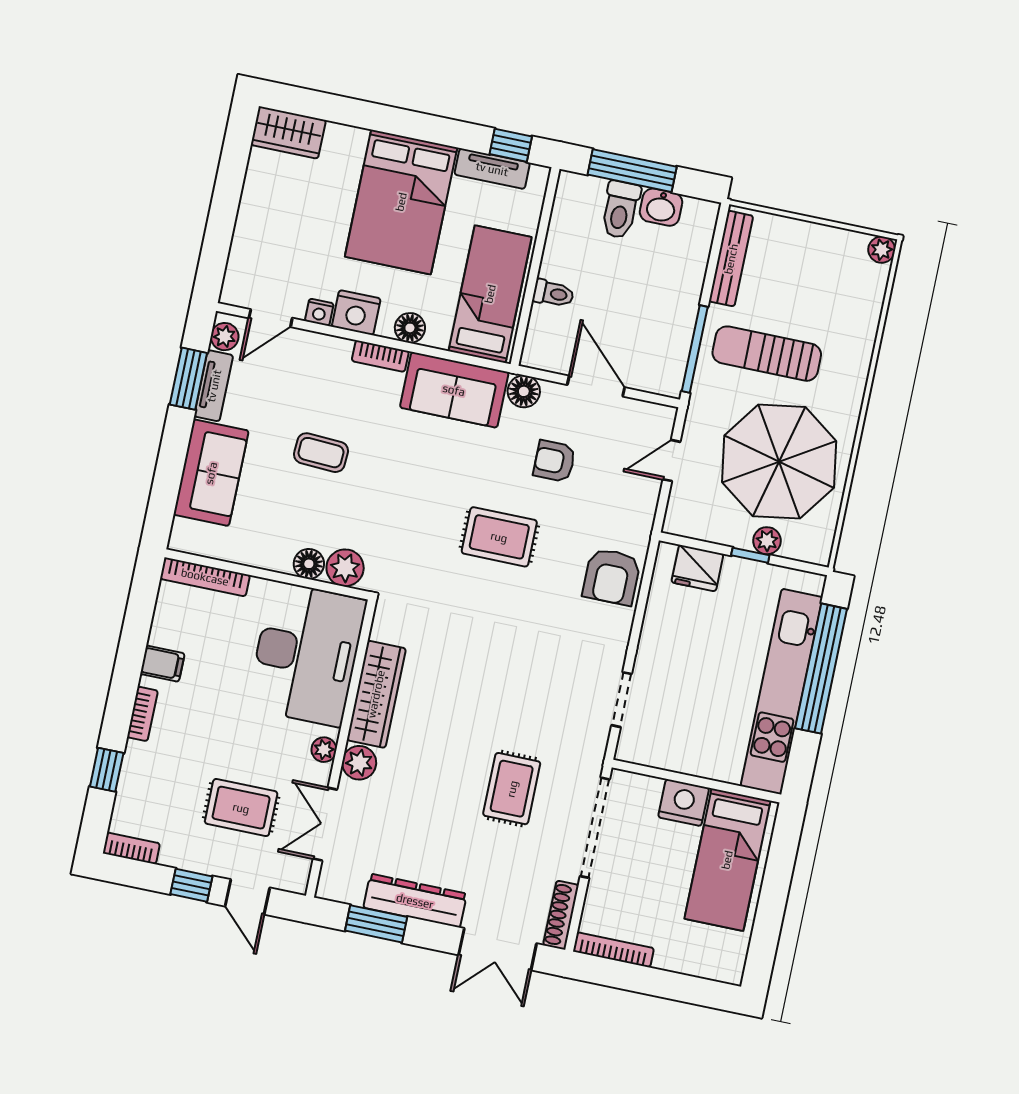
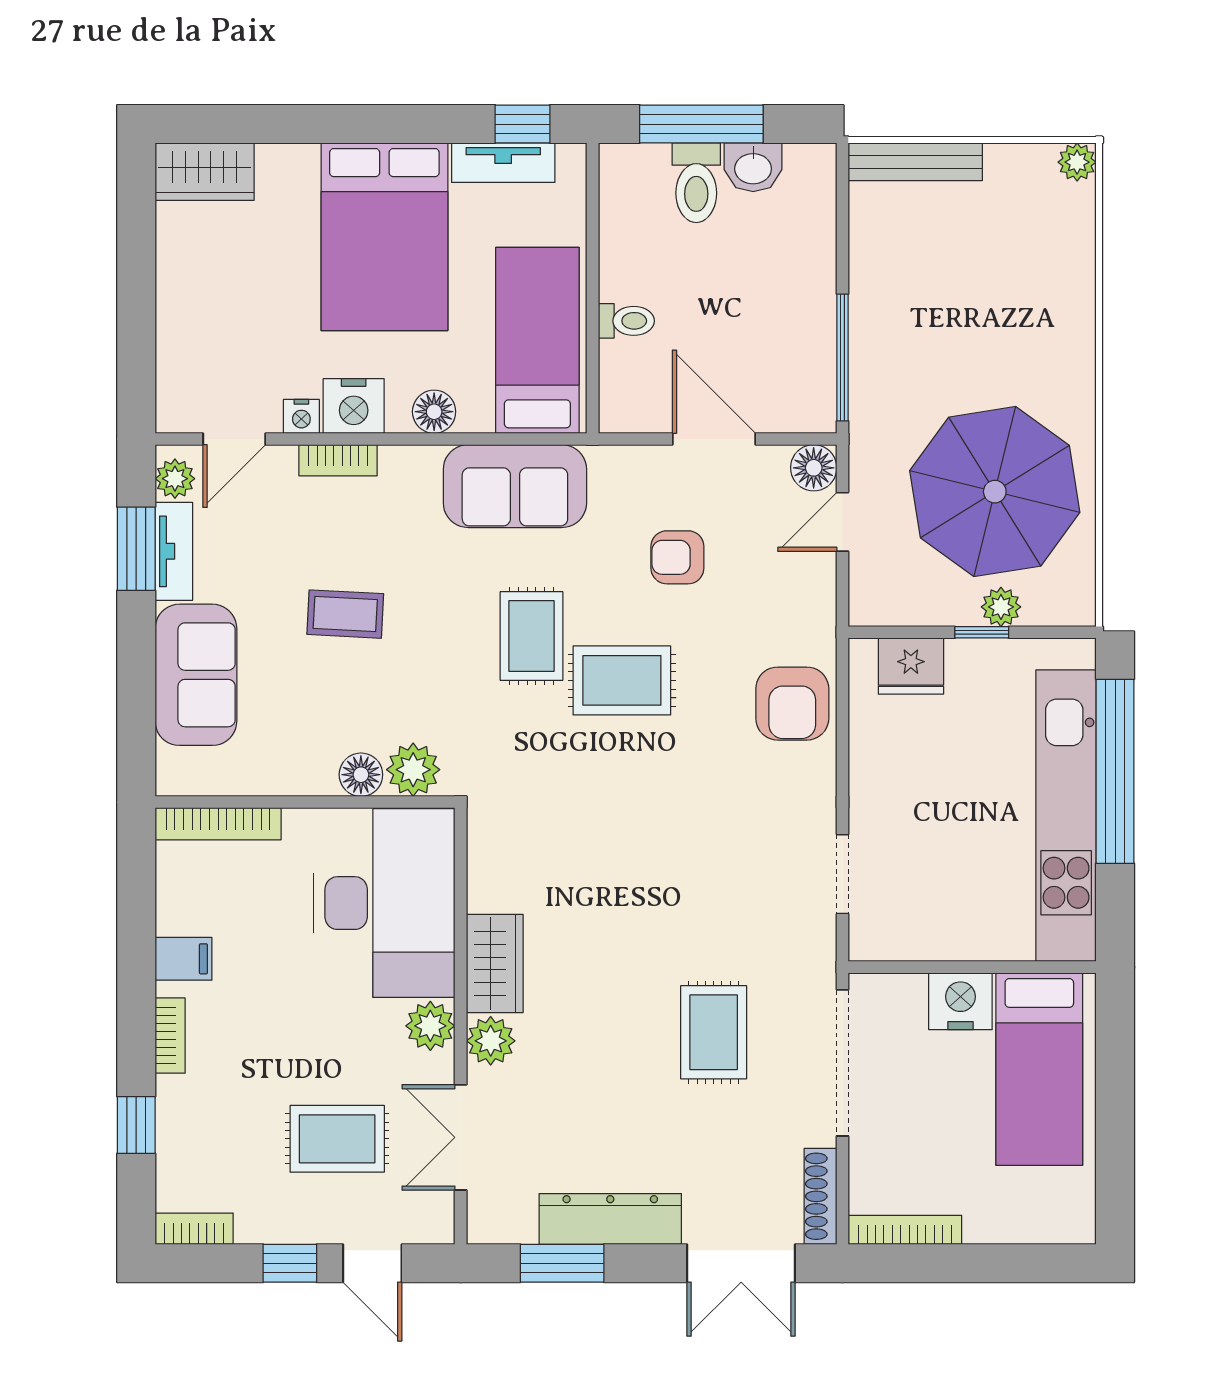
bench: (731, 259) -> (915, 162), moved, turned 90
sun lounger: (767, 354) -> (945, 343), removed
bookcase: (380, 356) -> (338, 460), moved
floor lamp: (524, 391) -> (814, 468), moved
rug: (444, 494) -> (531, 636), added
wardrobe: (376, 694) -> (495, 964), width x0.67
plant: (324, 750) -> (430, 1026), width x1.38, depth x1.38

